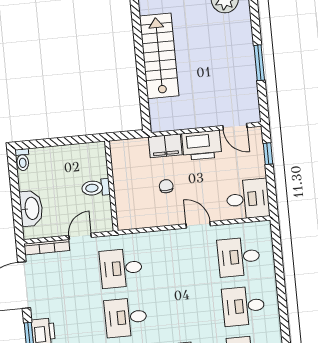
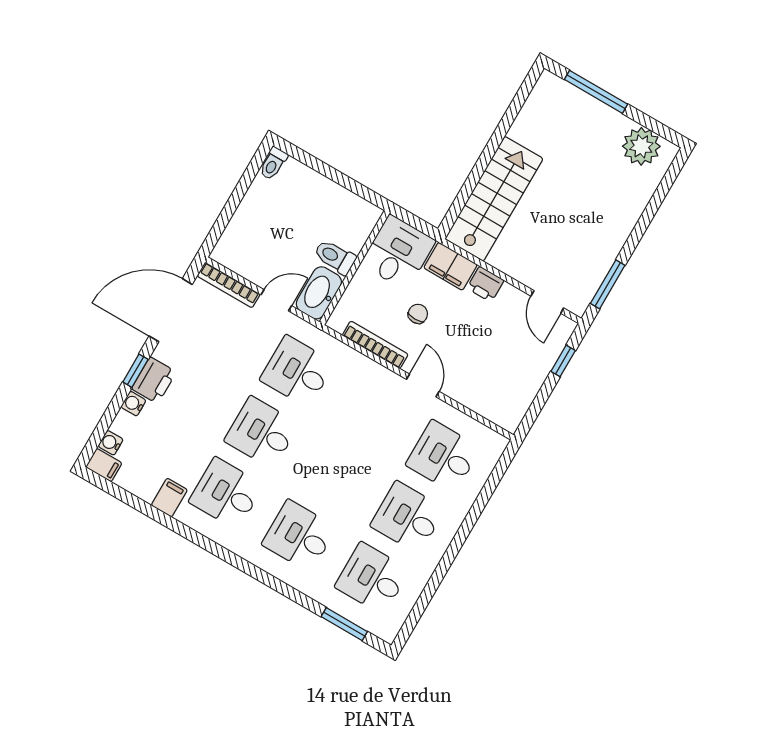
stairs: (159, 56) -> (494, 199), moved
window: (259, 63) -> (608, 284), moved
printer: (202, 145) -> (485, 284), width x0.53, depth x0.68
desk: (248, 199) -> (398, 252), moved, turned -90
washbasin: (31, 208) -> (319, 293), moved, turned 180
bookcase: (155, 221) -> (375, 345), added

